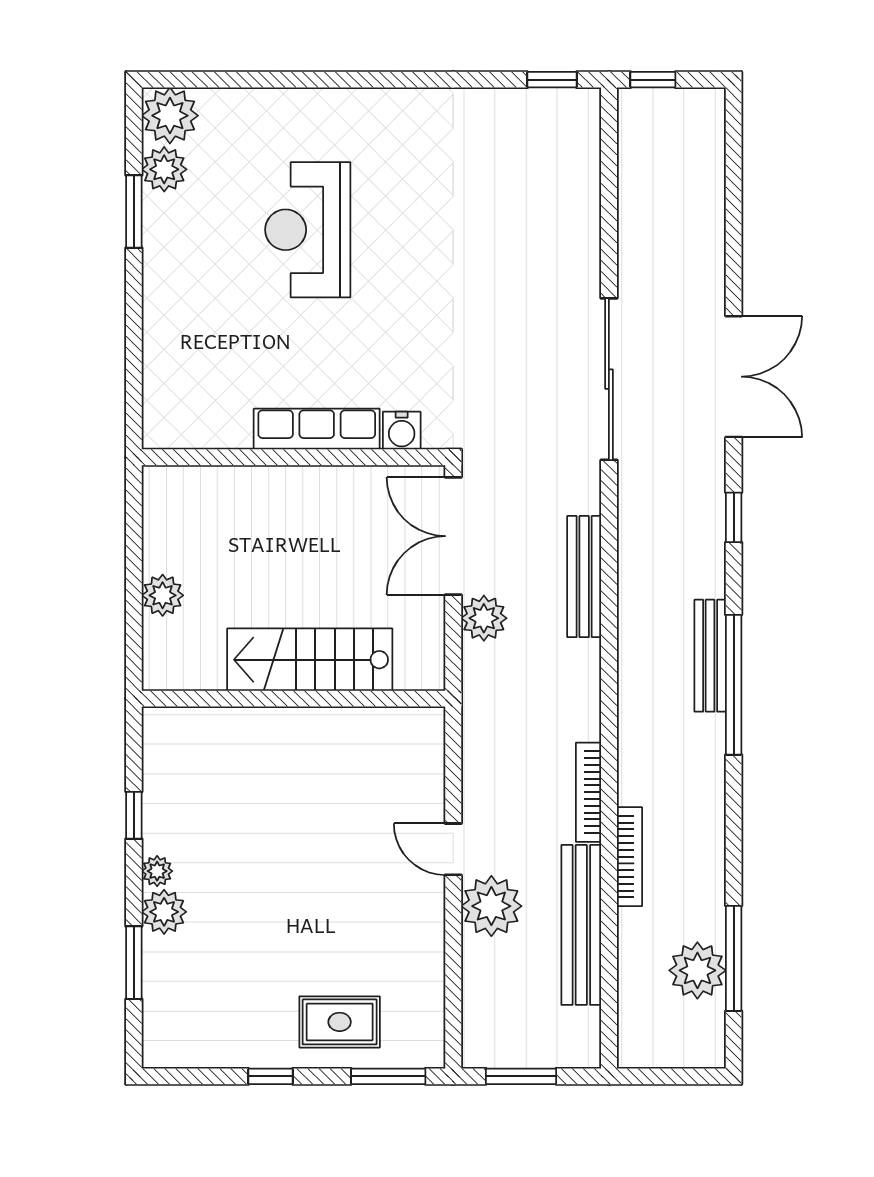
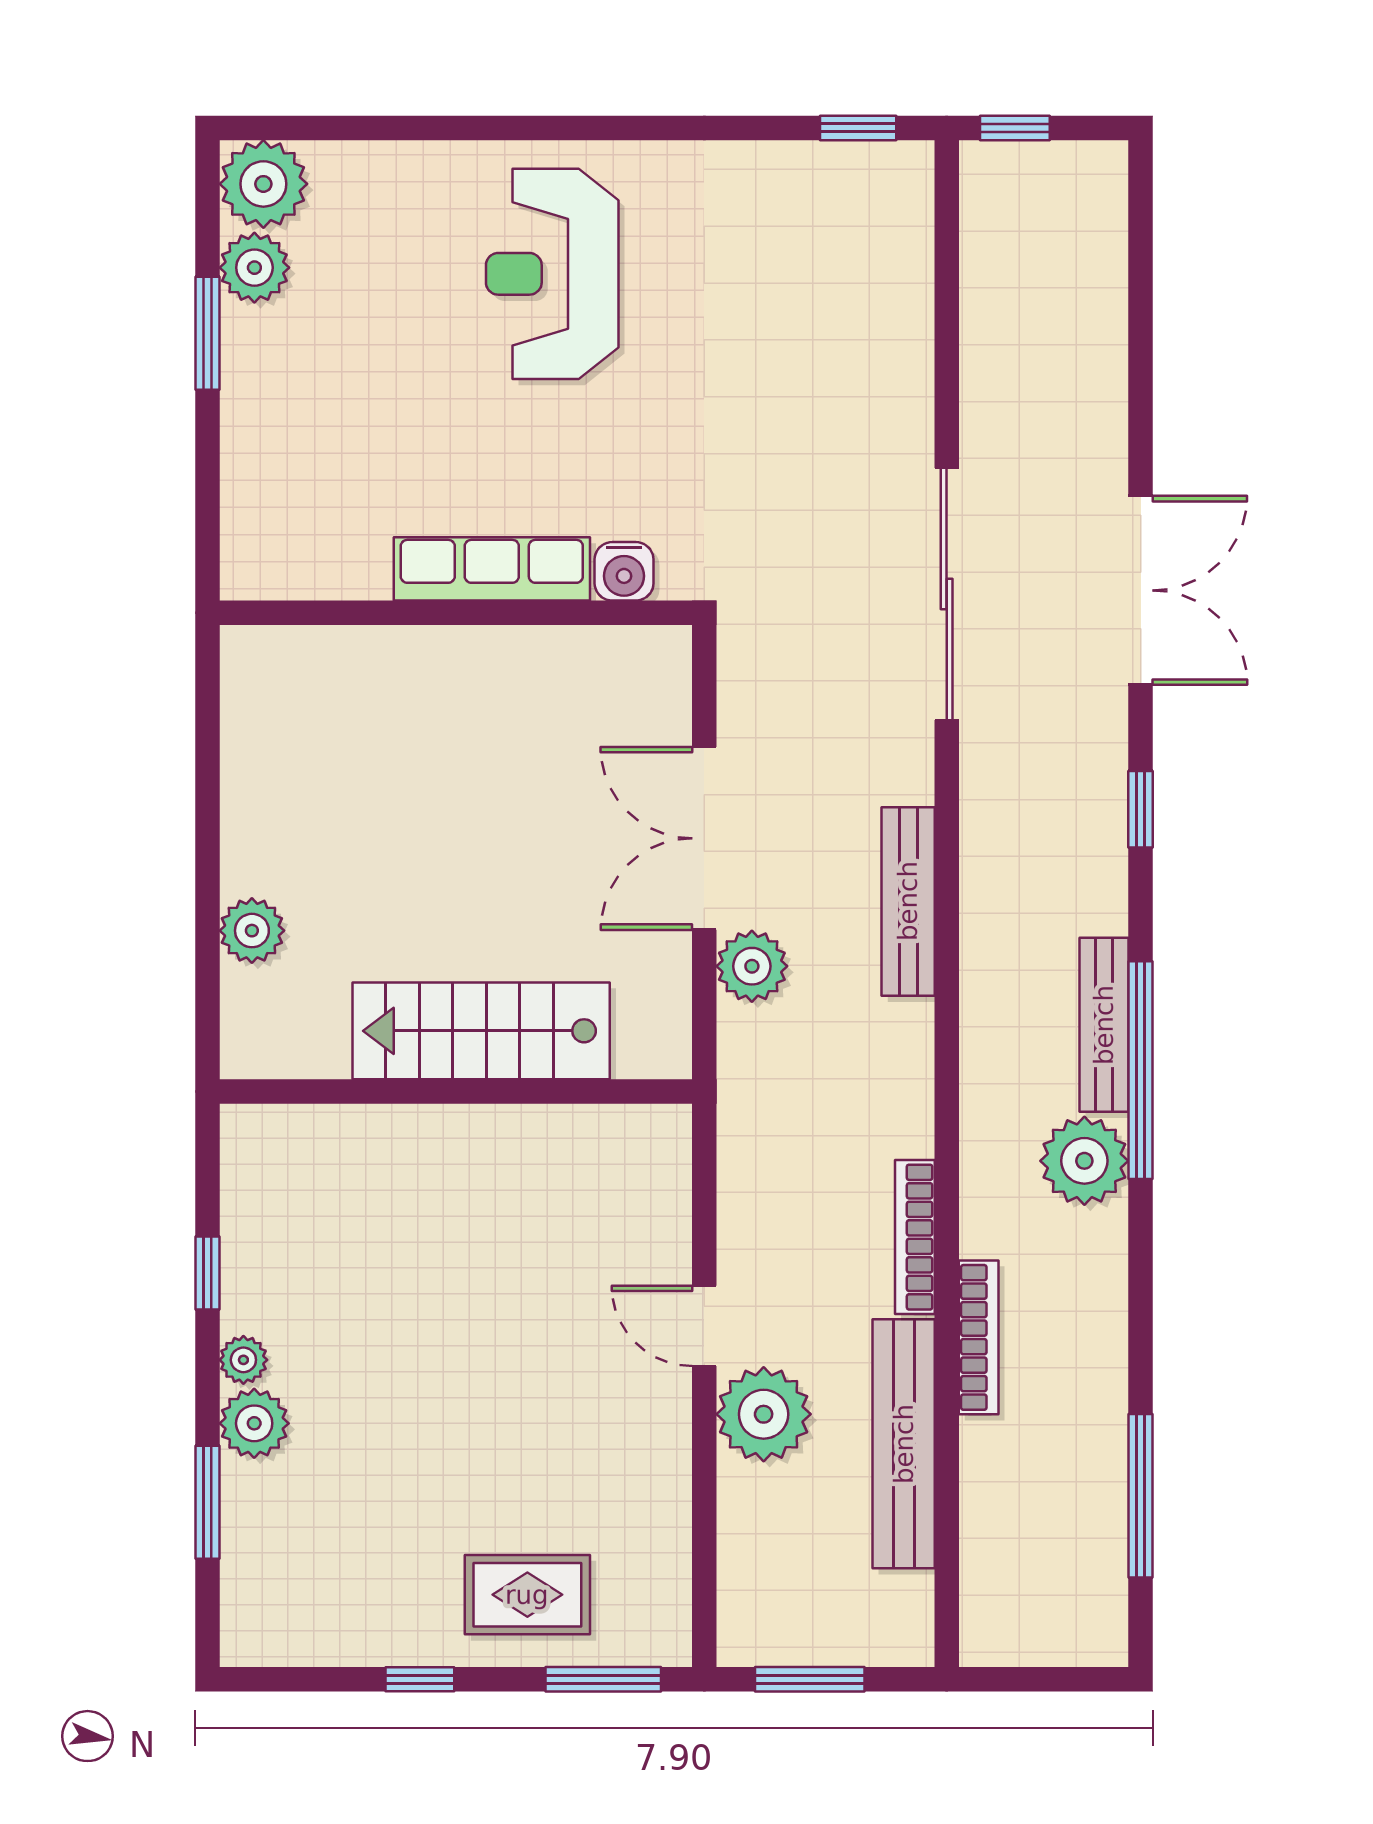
reception desk: (308, 230) -> (552, 274), moved
row of seats: (317, 429) -> (492, 569), moved
water cooler: (402, 431) -> (624, 571), moved
wall: (294, 457) -> (456, 613), moved
plant: (697, 970) -> (1084, 1161), moved

